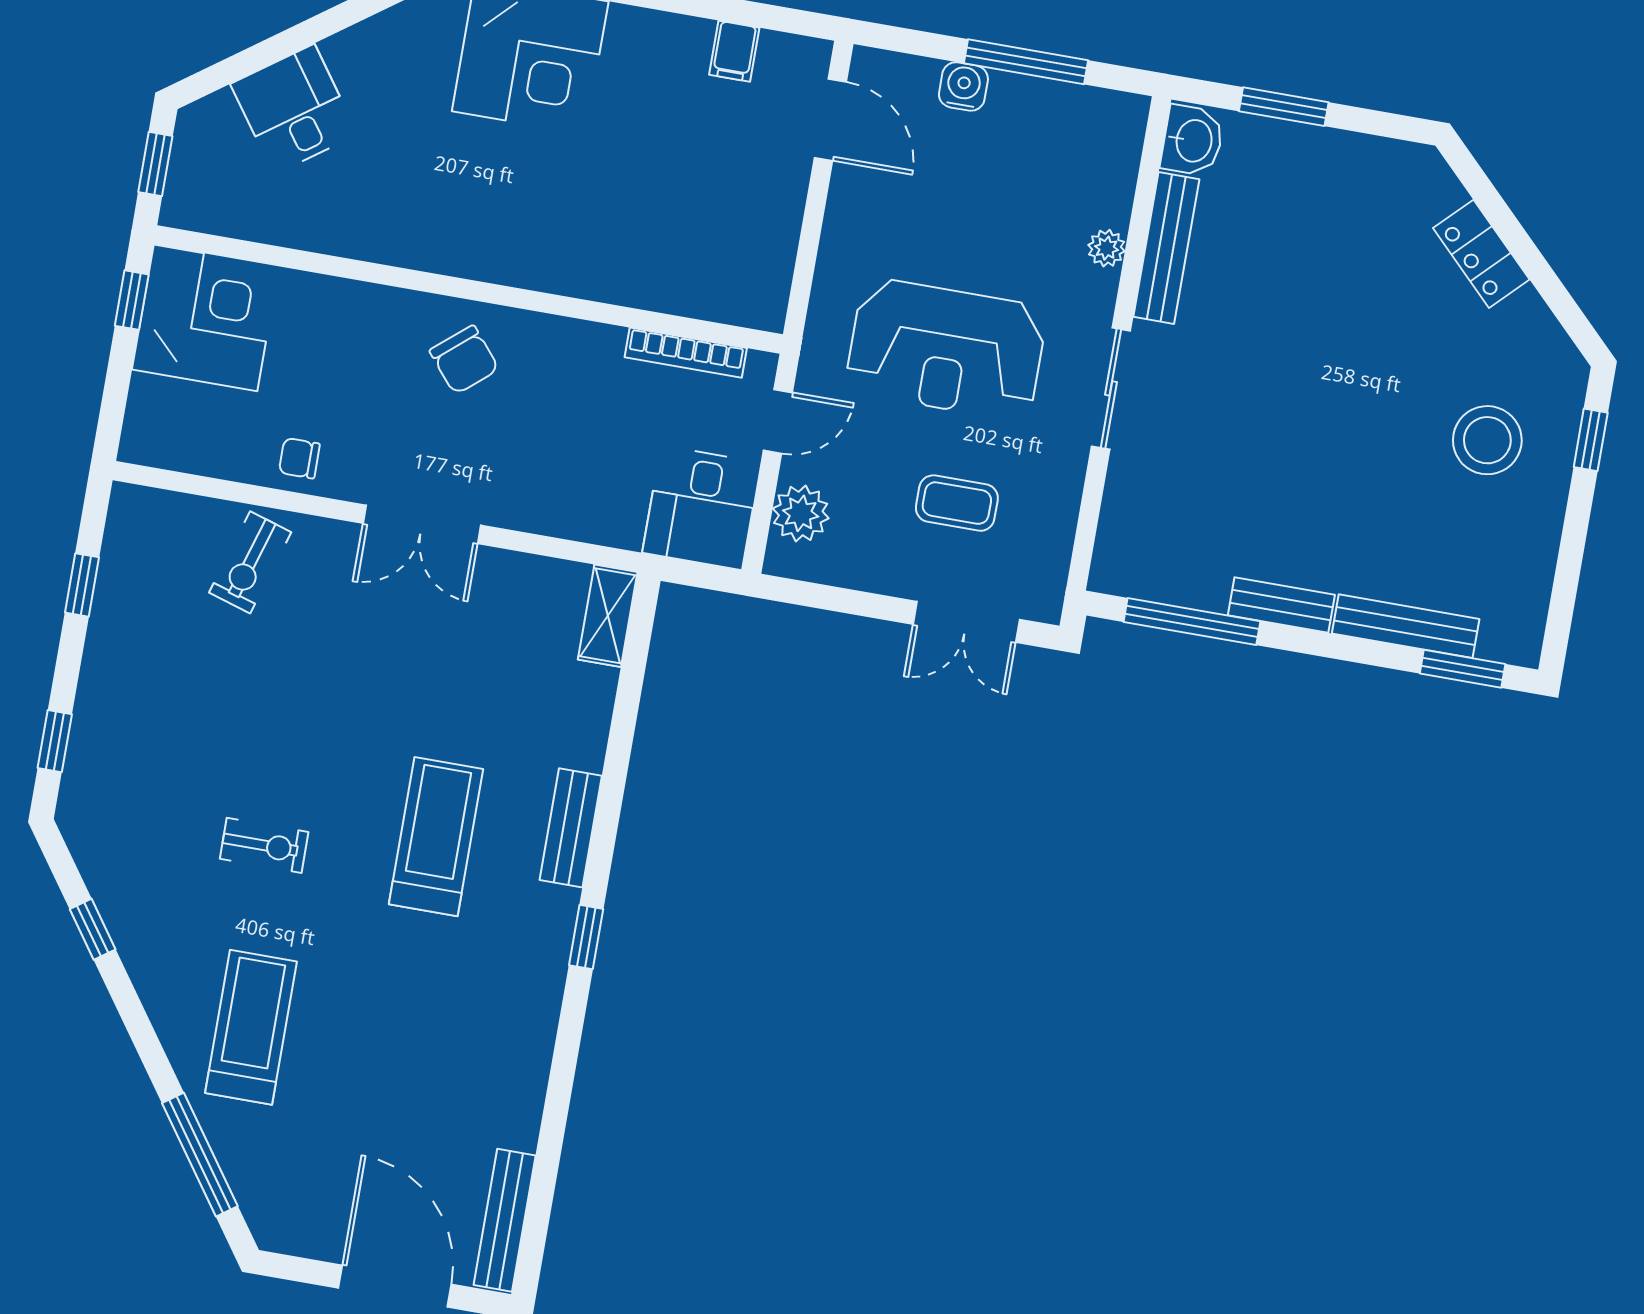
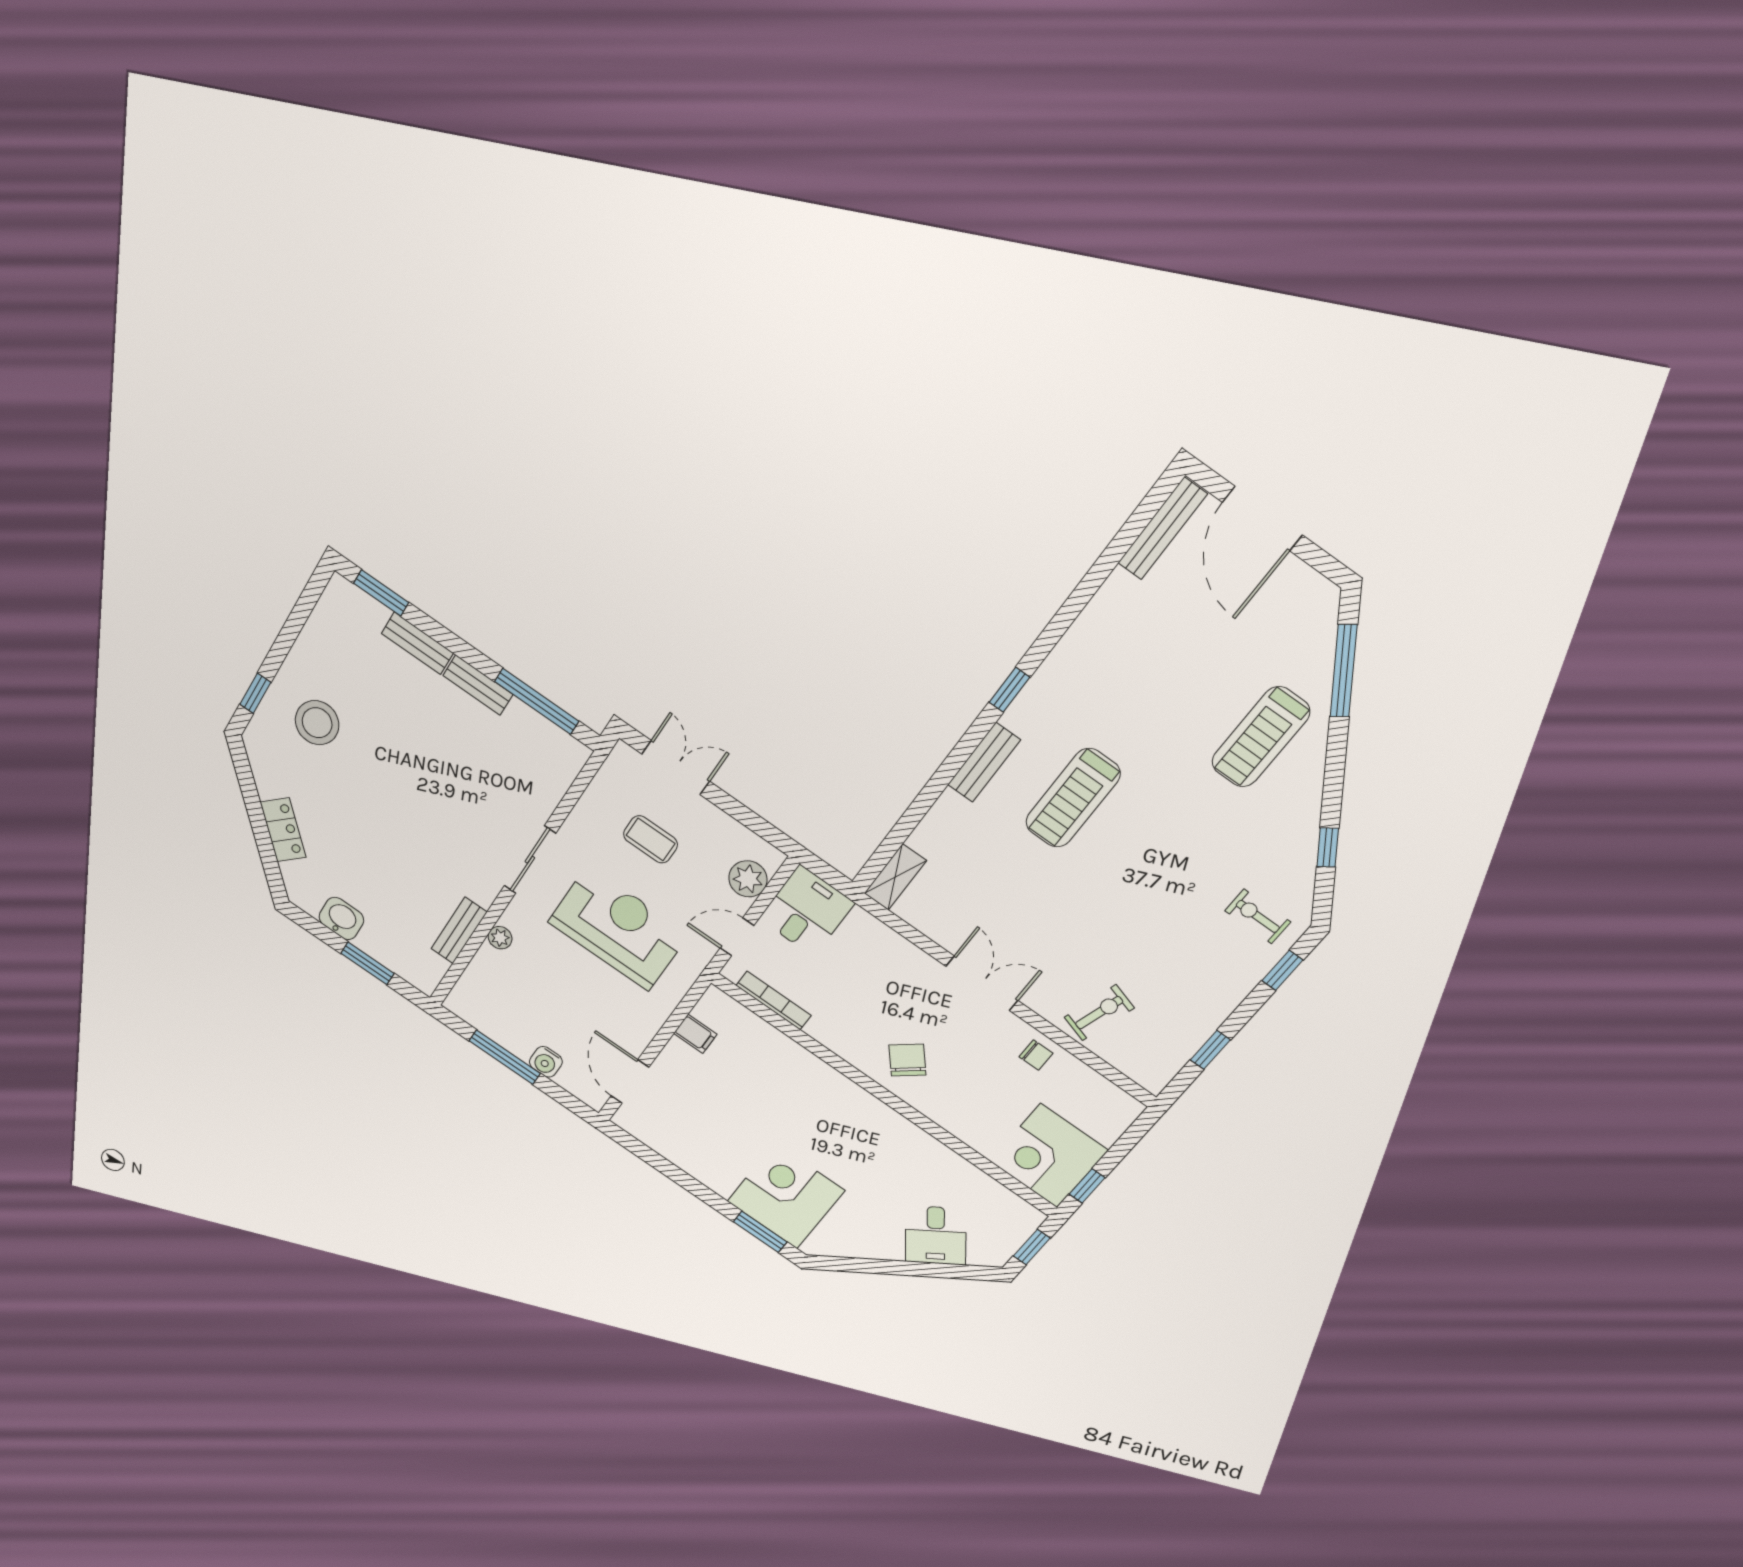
filing cabinet: (734, 51) -> (695, 1034), moved, turned 90
washbasin: (1192, 141) -> (341, 918), moved, turned 90
bench: (1166, 248) -> (459, 930), width x0.73
bench: (1406, 626) -> (417, 643), width x0.73
exercise bike: (264, 845) -> (1258, 916), moved

